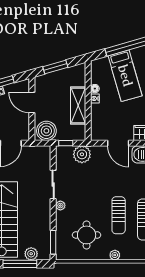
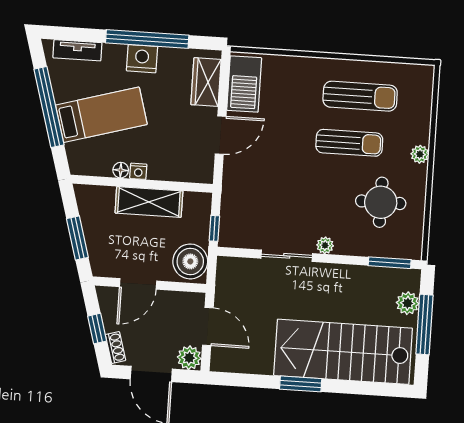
plant: (82, 154) -> (236, 201), removed

